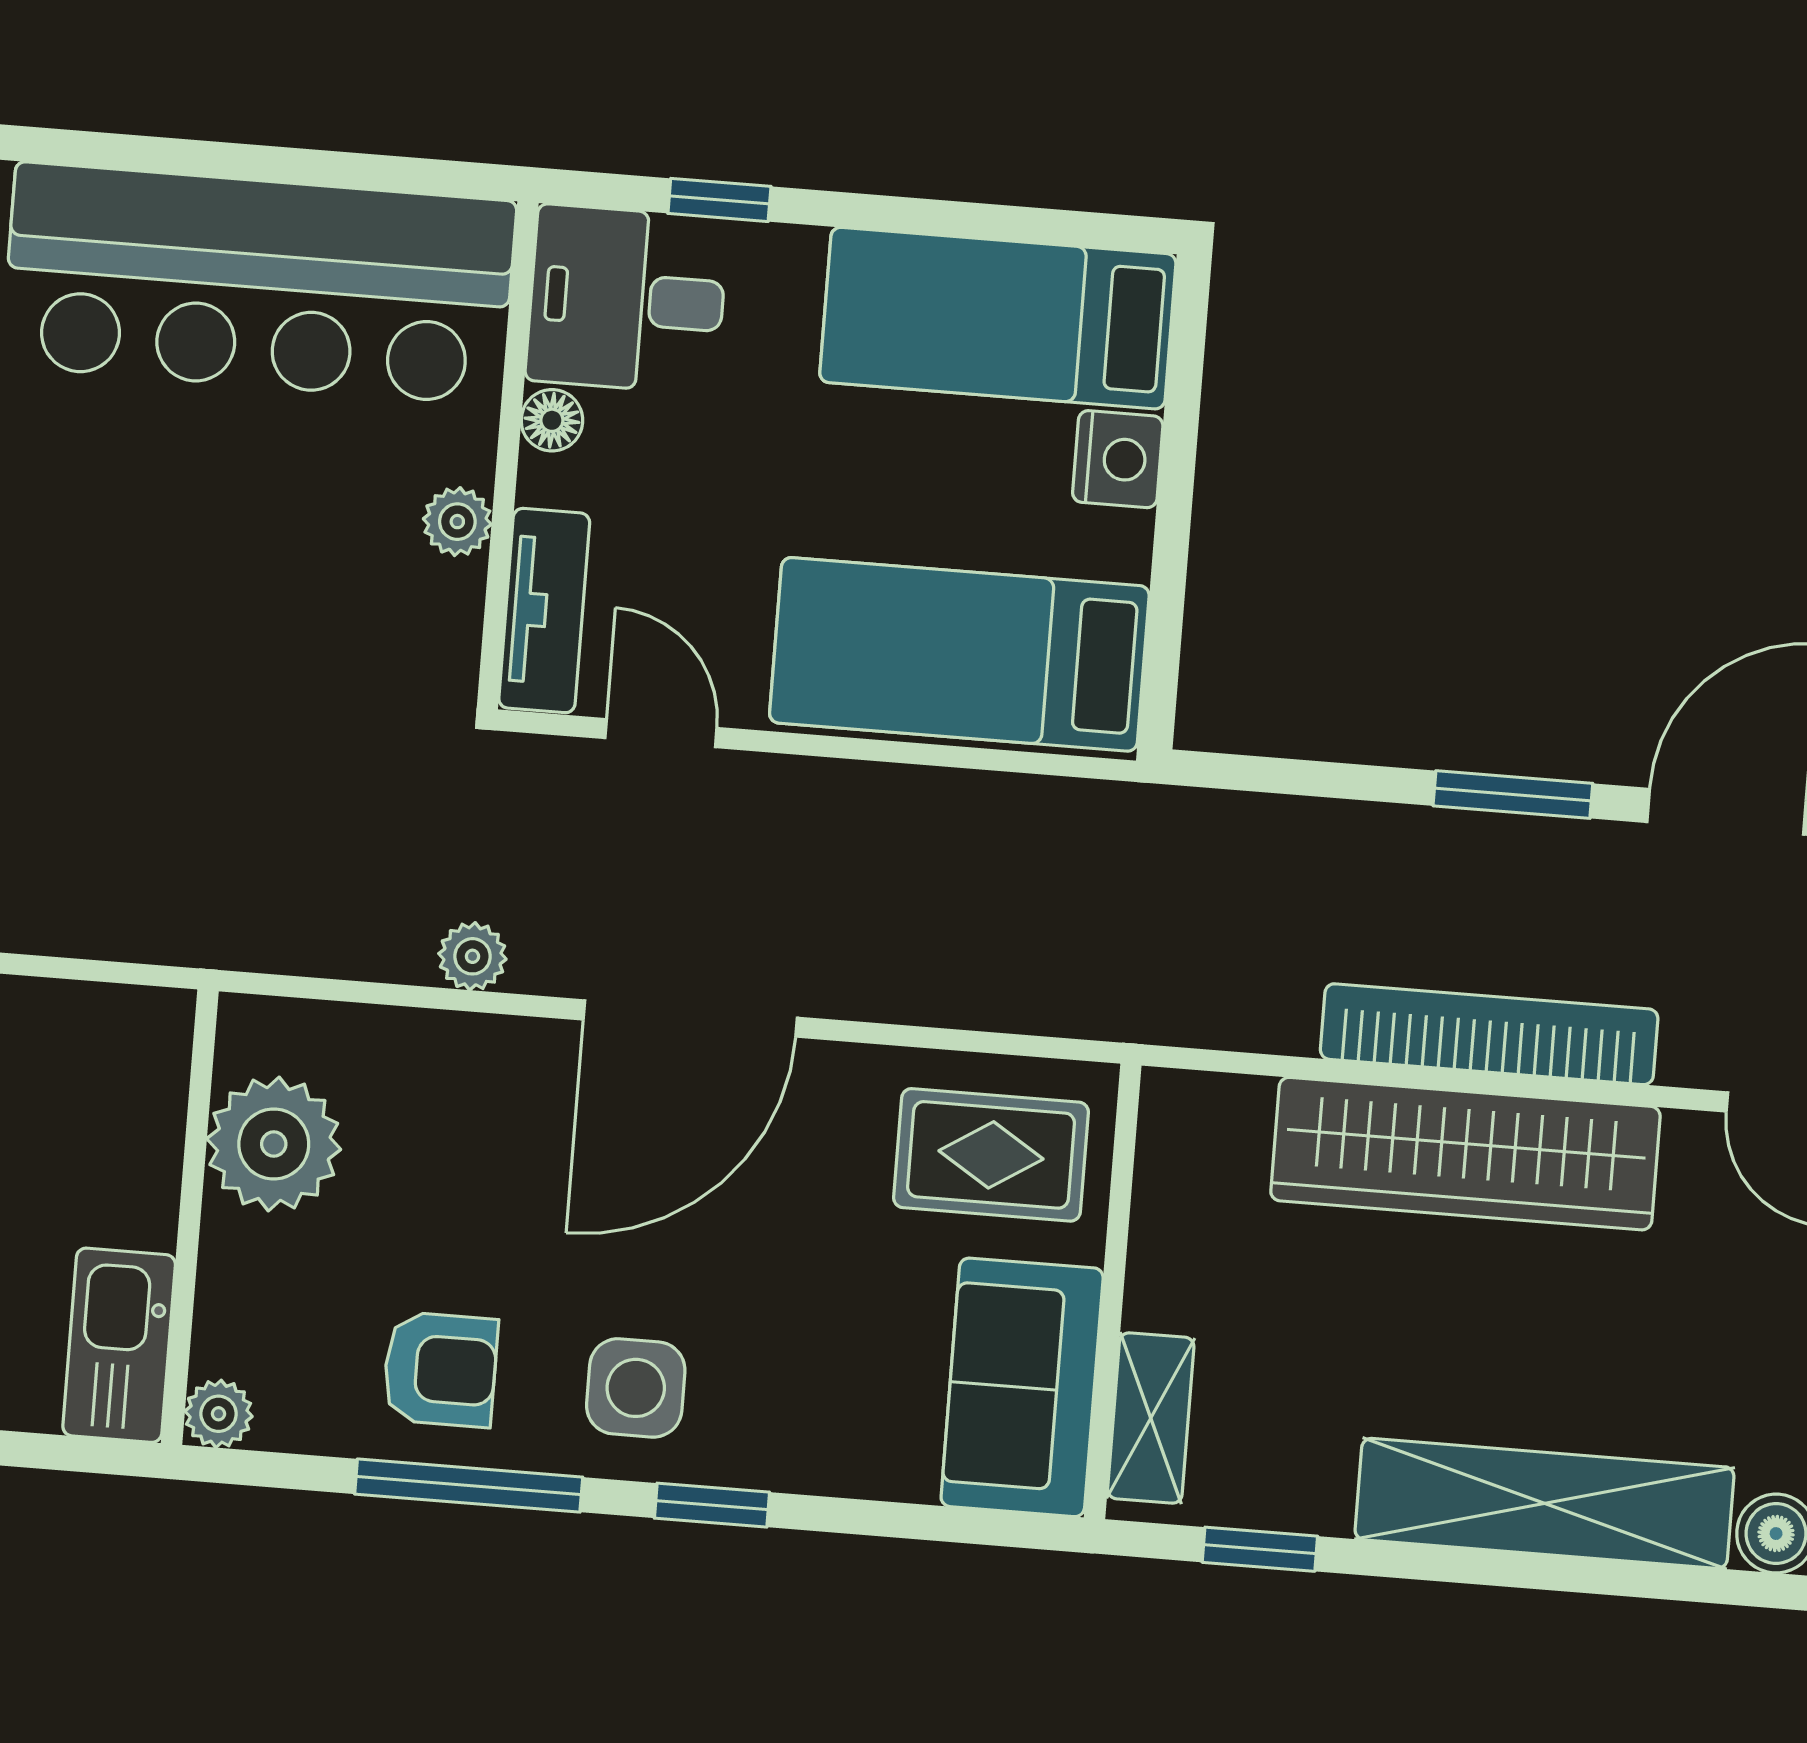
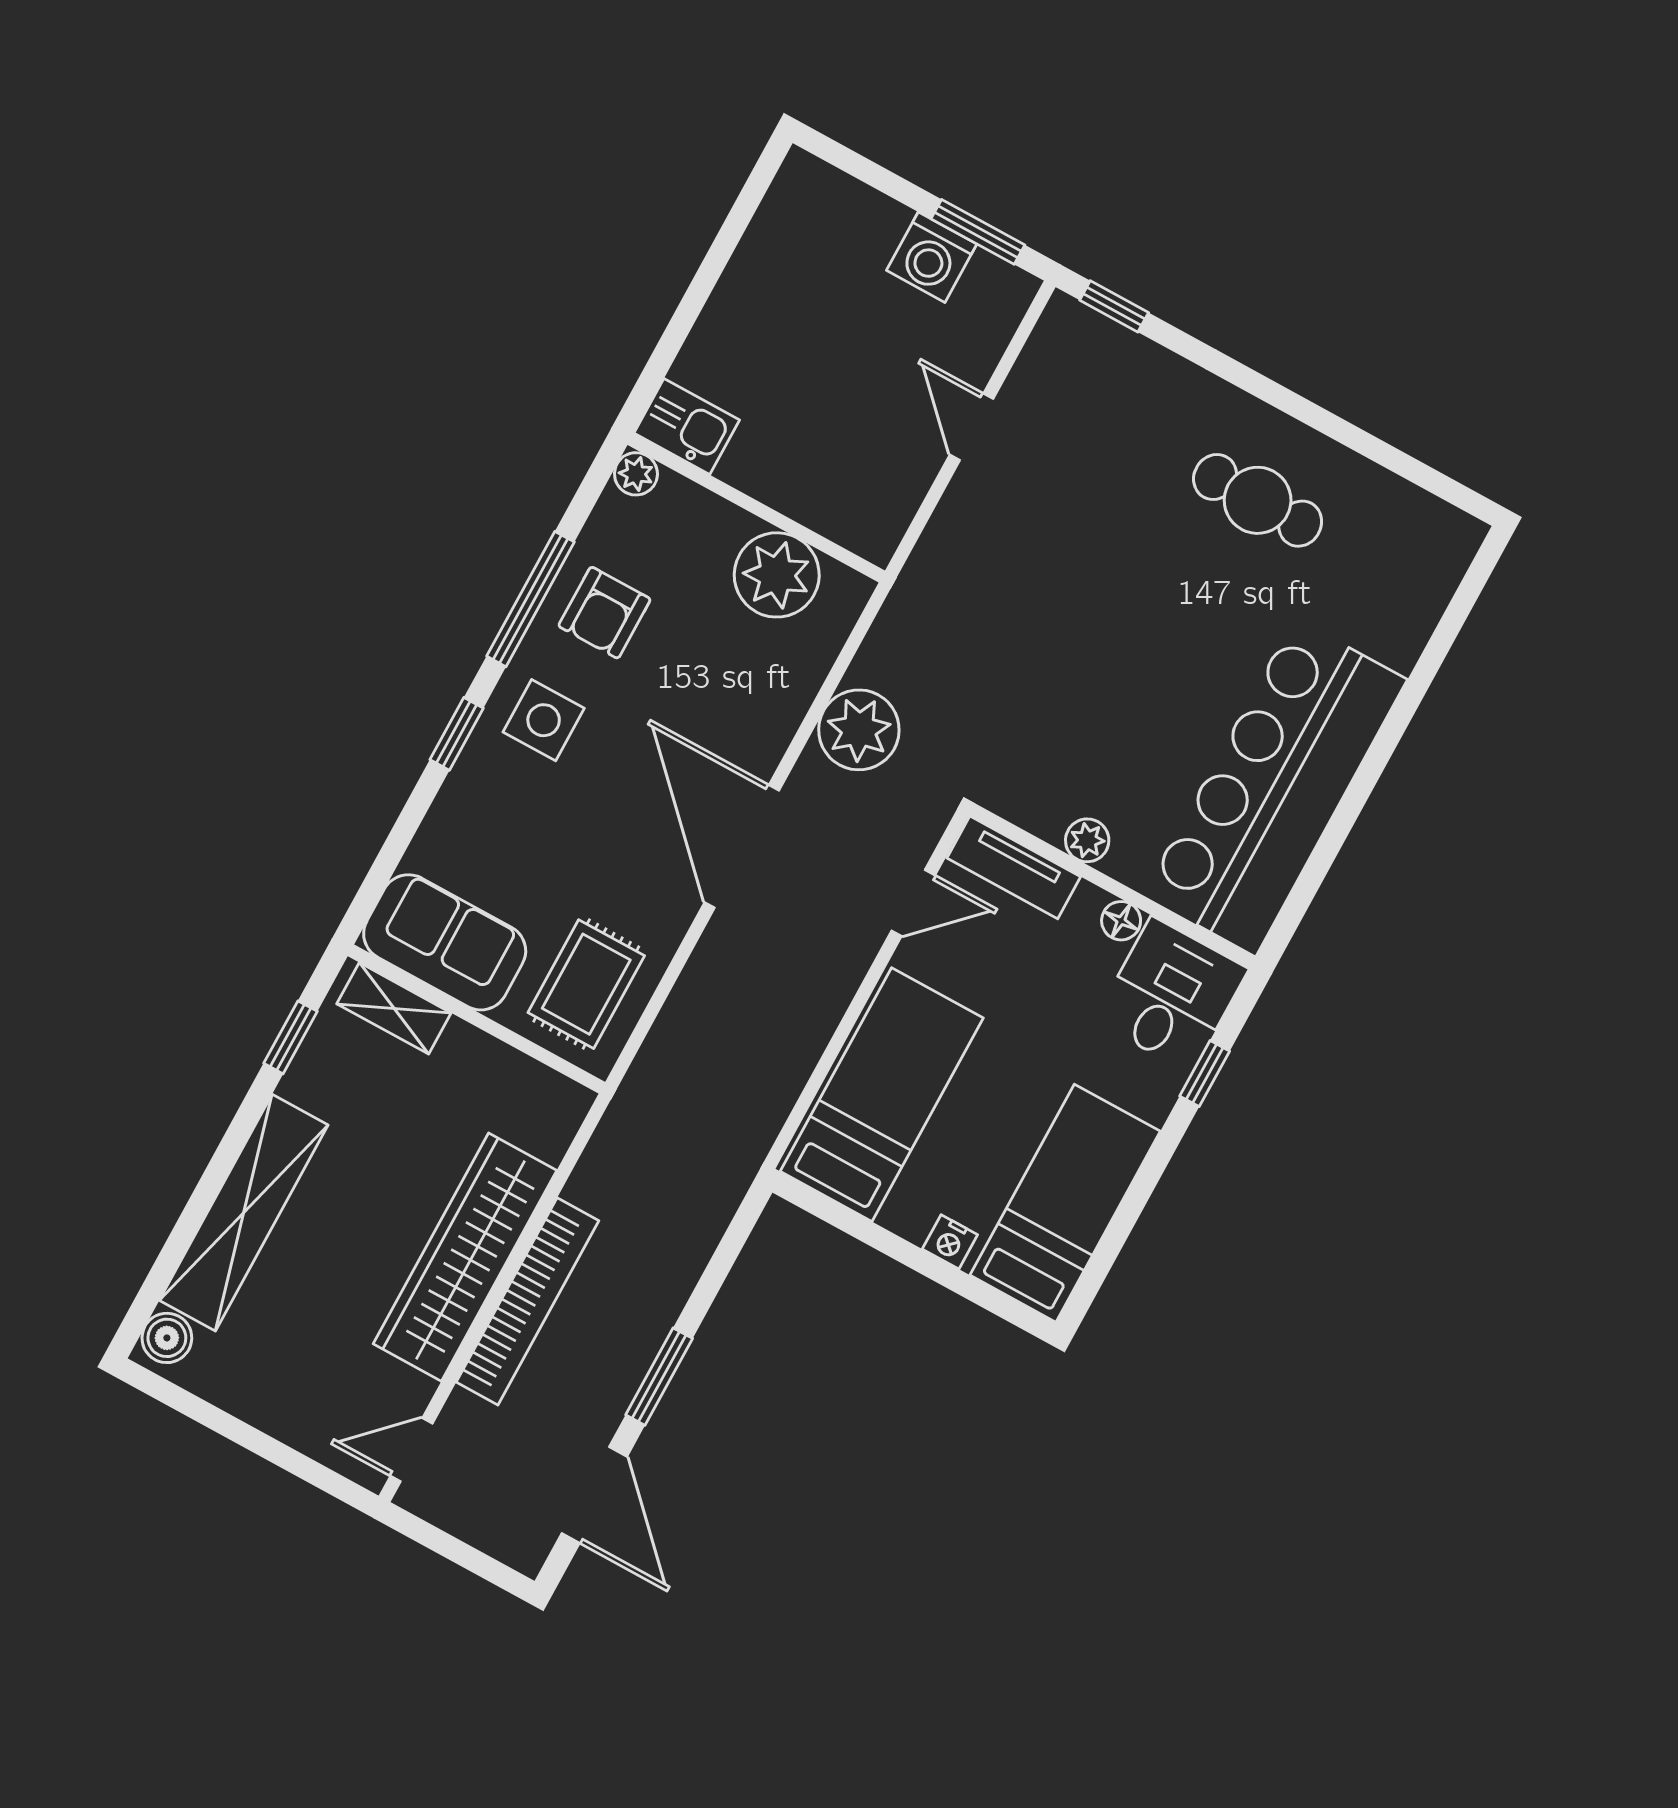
nightstand: (1118, 459) -> (950, 1242), width x0.72, depth x0.74
plant: (472, 956) -> (859, 730), width x1.88, depth x1.88
kitchen sink: (119, 1345) -> (687, 427), width x0.73

